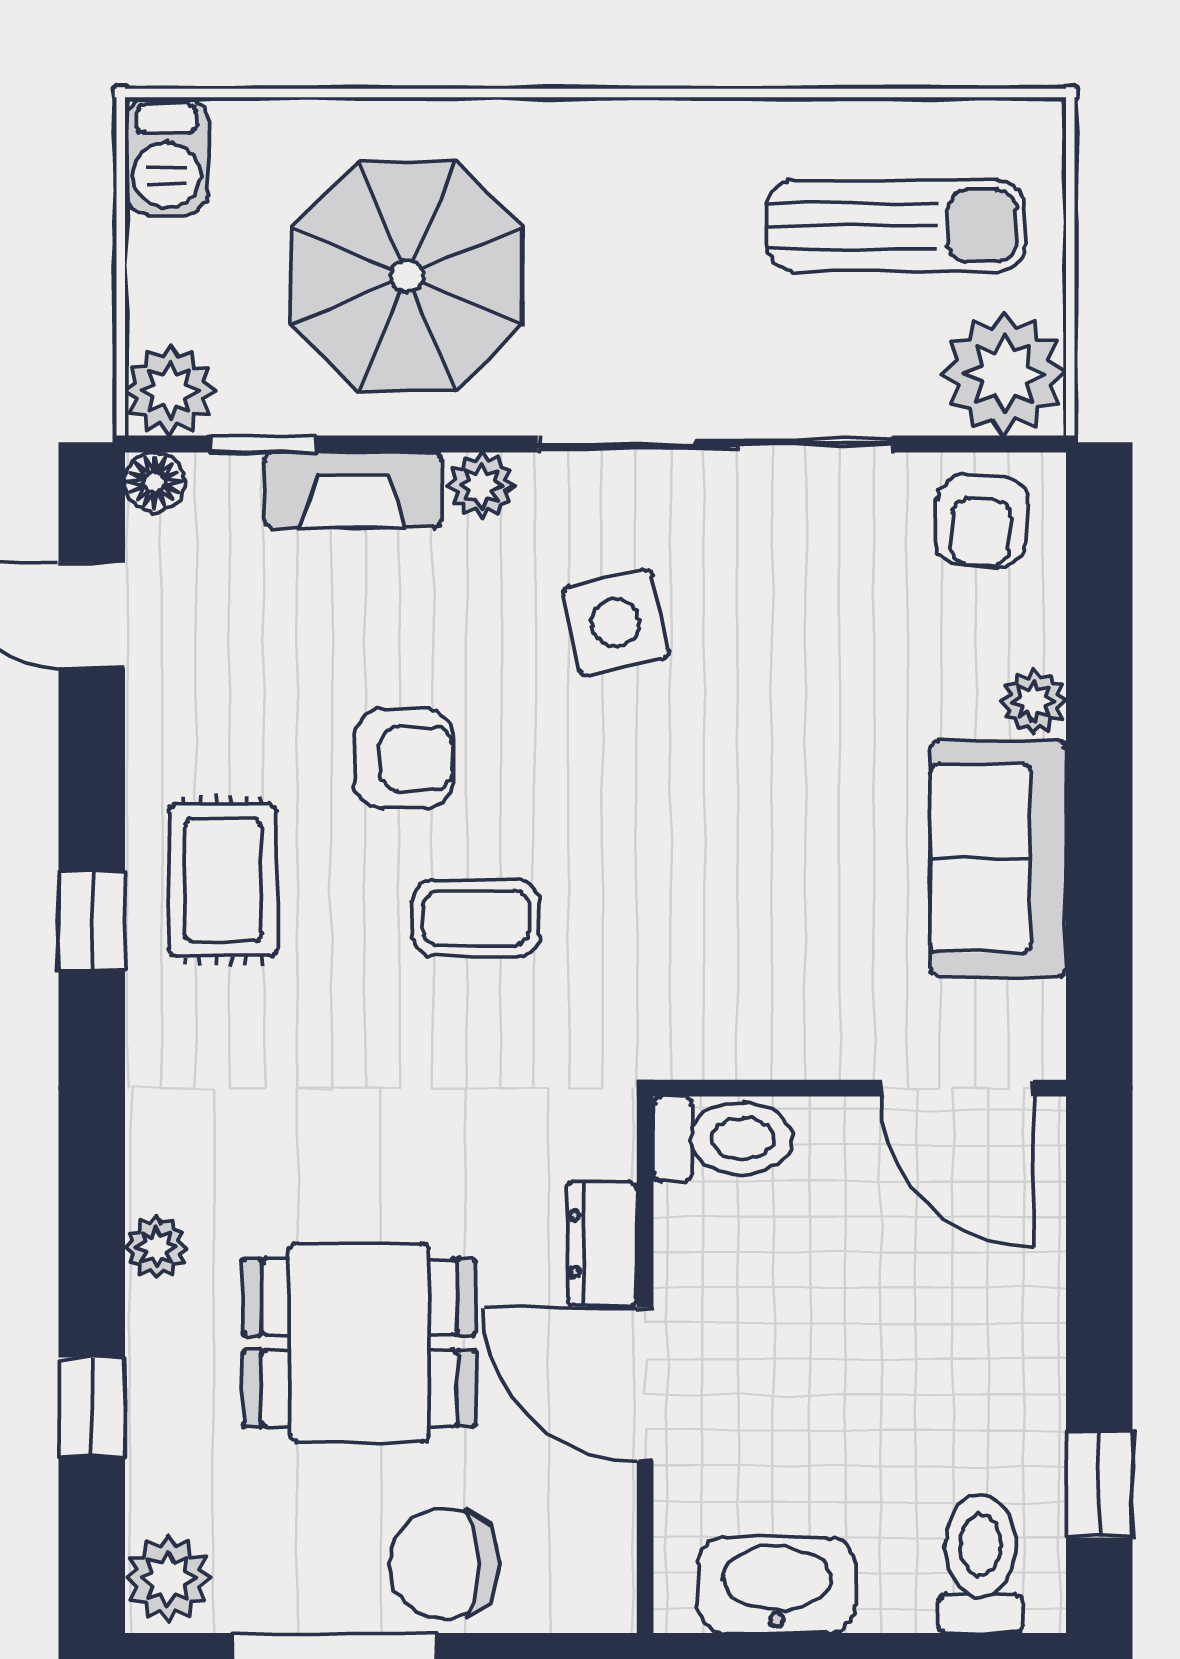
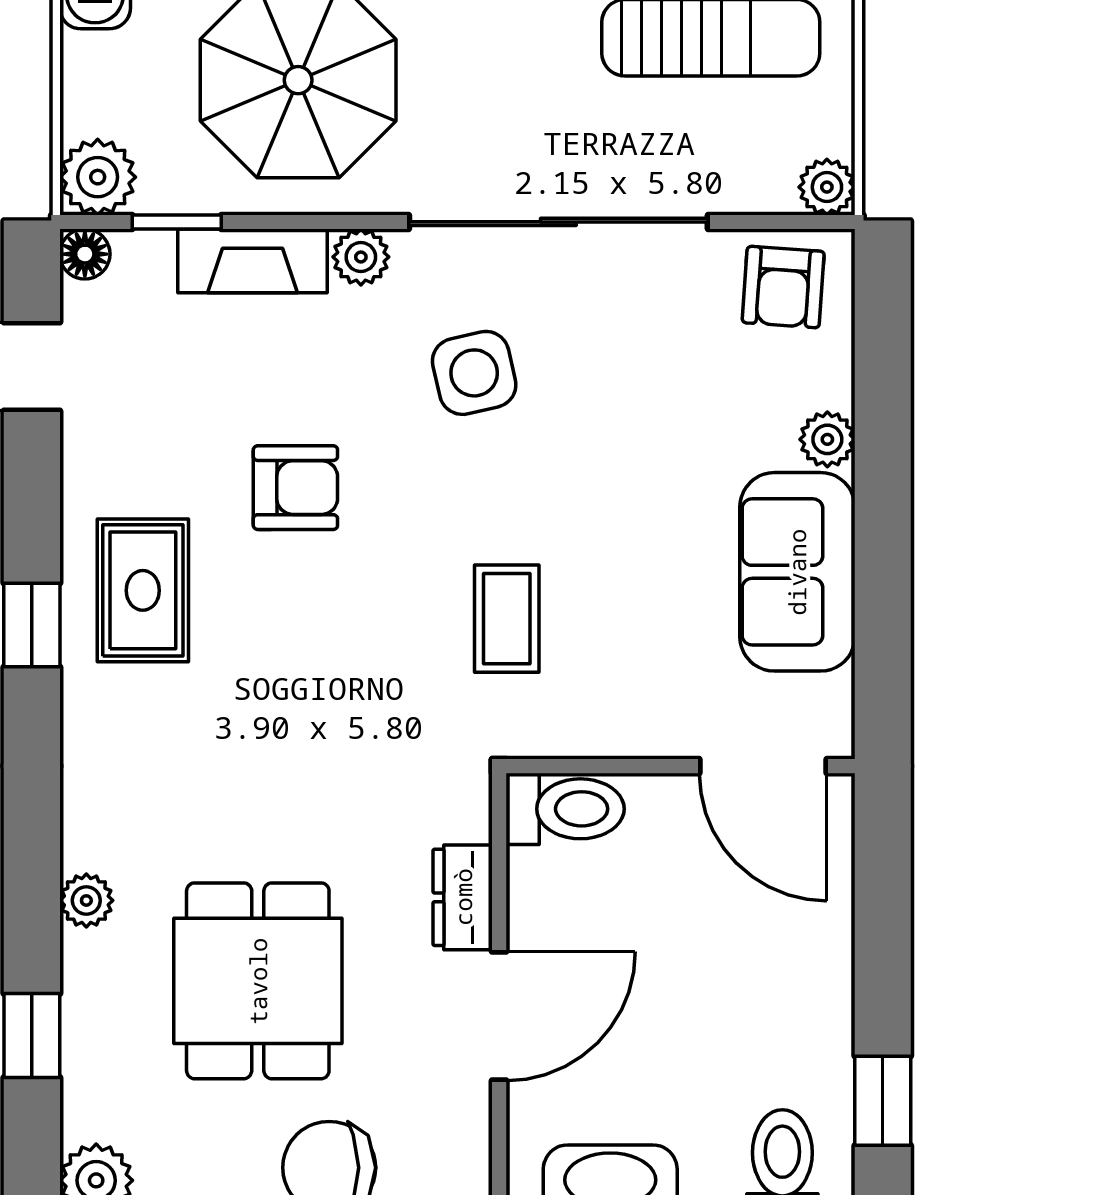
plant: (1004, 374) -> (827, 187), width x0.53, depth x0.53
coffee table: (476, 918) -> (507, 619), moved, turned 90
dining table: (359, 1342) -> (258, 981), turned 90
door: (645, 1384) -> (499, 1016), swing flipped

